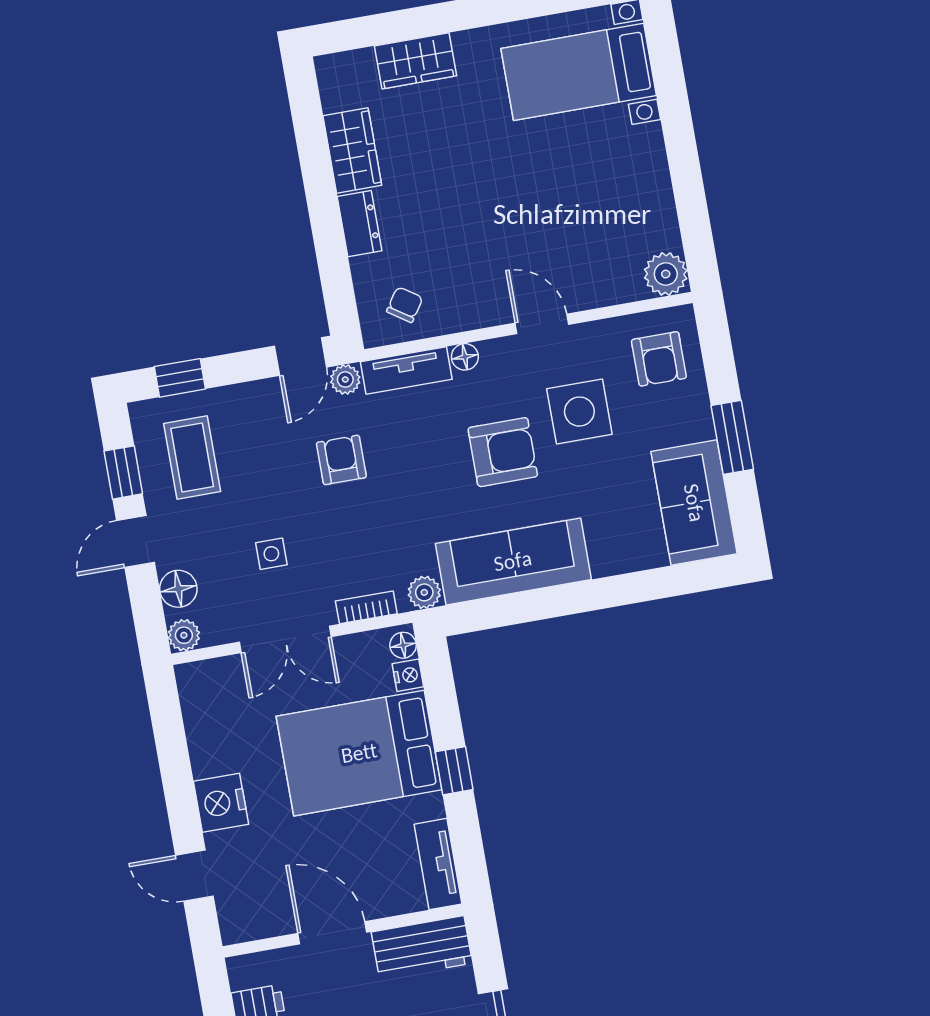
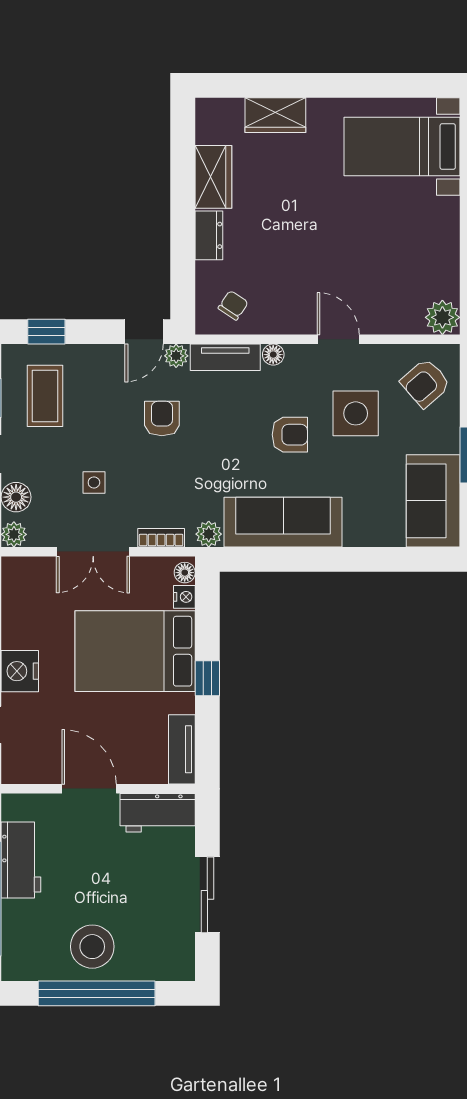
armchair: (659, 359) -> (425, 383), turned 49
armchair: (503, 452) -> (290, 435), width x0.72, depth x0.72

